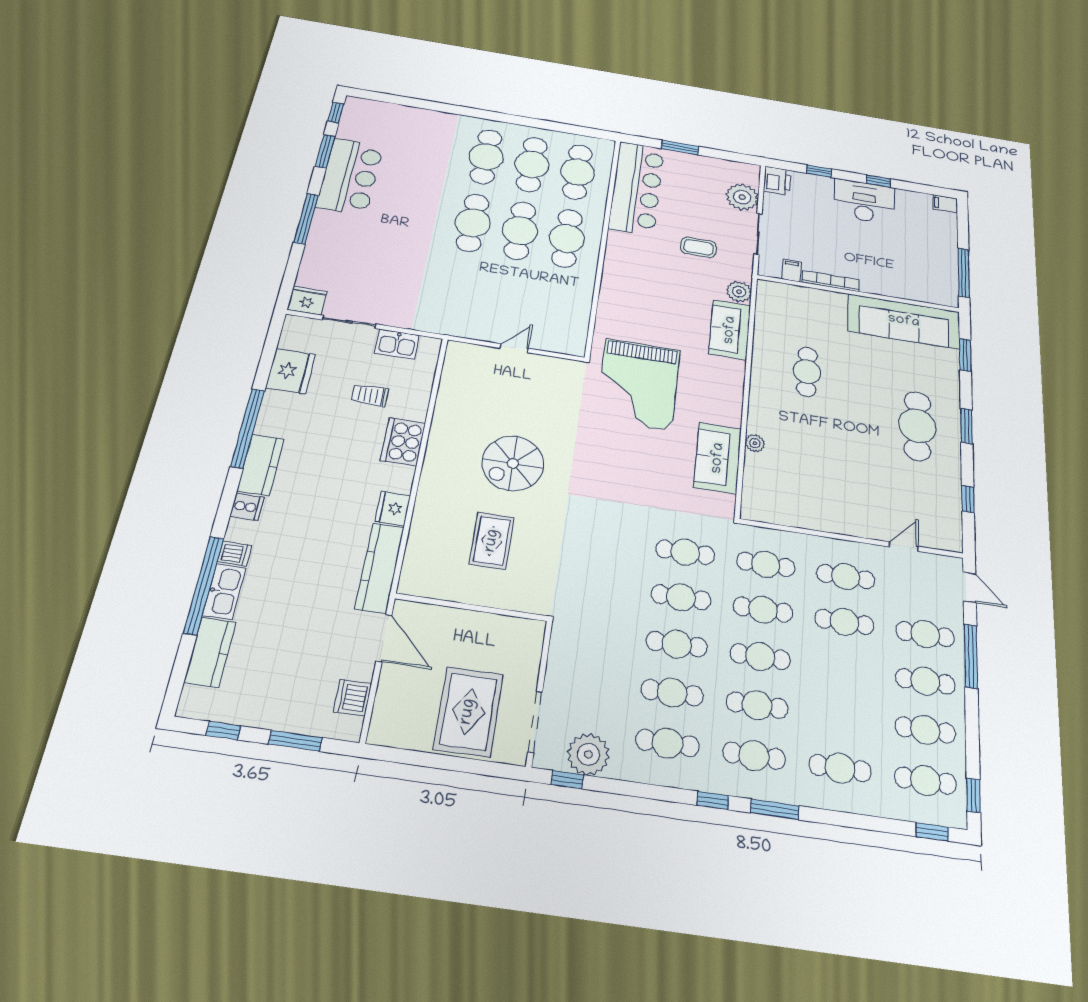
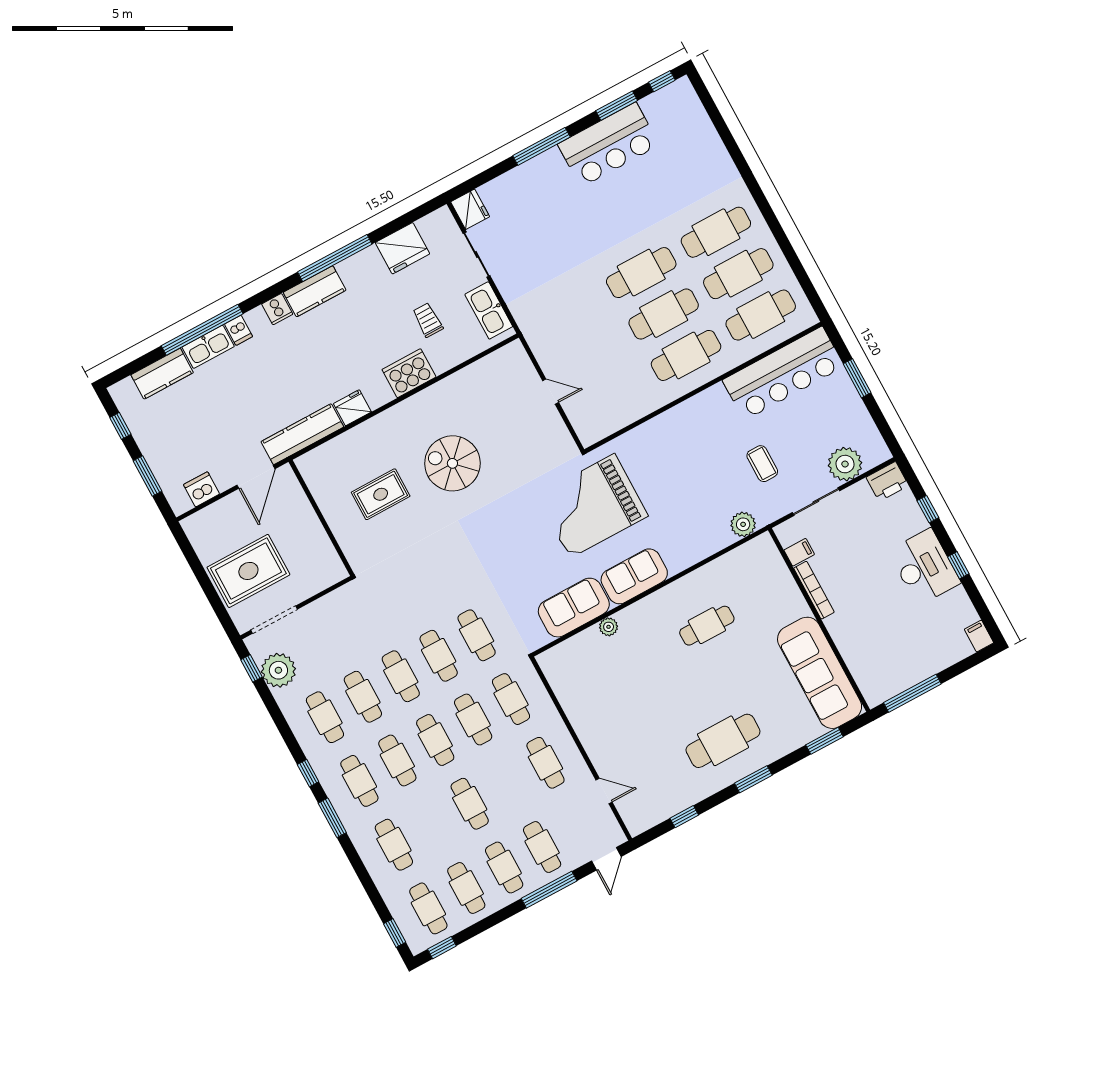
sofa: (730, 330) -> (634, 576), moved
kitchen sink: (397, 344) -> (489, 310), width x1.38
cafe table: (844, 622) -> (470, 804), moved

